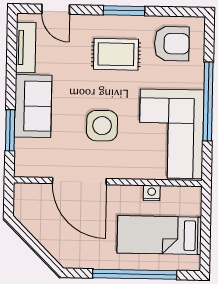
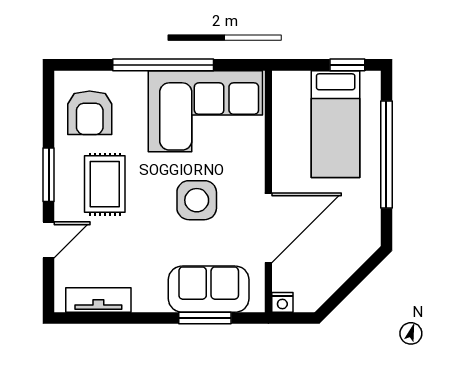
door: (56, 9) -> (49, 240), moved
armchair: (172, 44) -> (90, 113), turned 180
sofa: (33, 106) -> (209, 289), moved
nightstand: (152, 193) -> (282, 302), moved, turned -90
window: (205, 245) -> (347, 65), added

